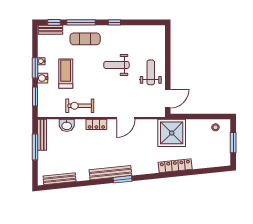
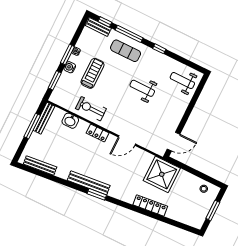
weight bench: (151, 72) -> (182, 80), moved, turned -90

